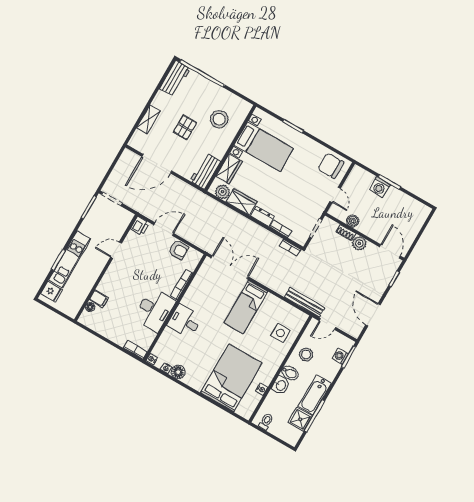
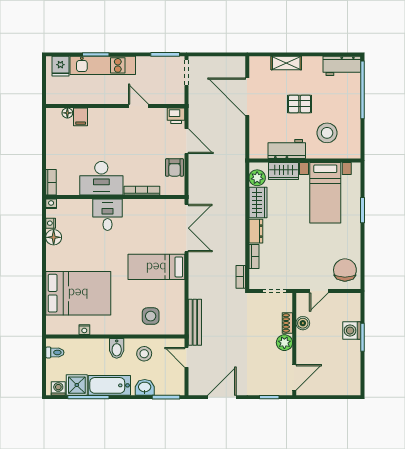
workbench: (205, 171) -> (287, 149), moved
washing machine: (340, 356) -> (58, 388), moved
washbasin: (281, 385) -> (145, 387), moved, turned 180

